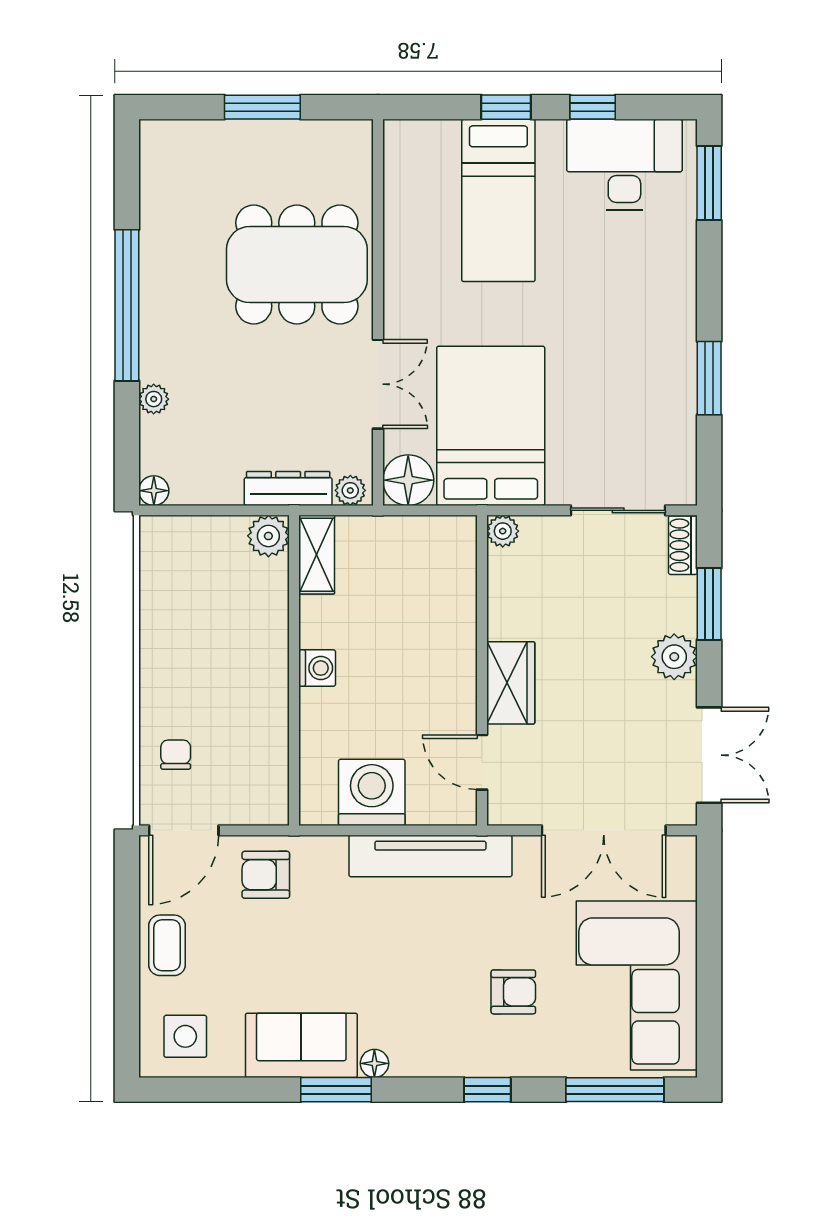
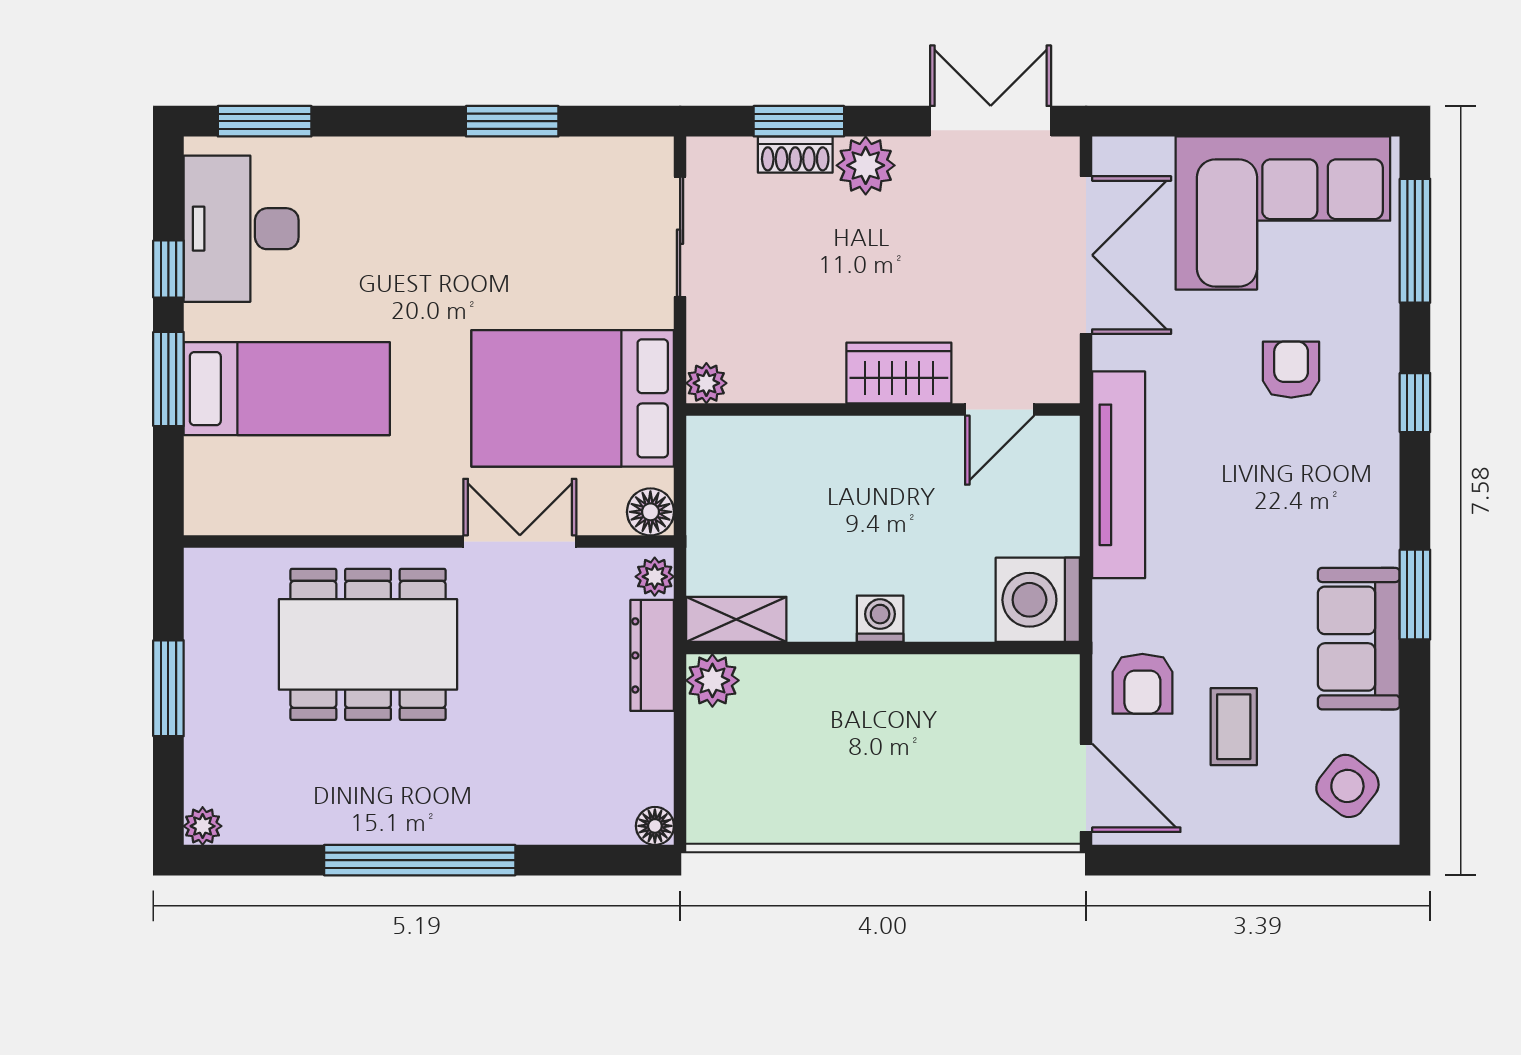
window: (506, 107) -> (168, 379), width x1.50
dining table: (297, 265) -> (368, 644), turned 90
plant: (154, 399) -> (203, 826), moved
floor lamp: (408, 480) -> (650, 512), width x0.73, depth x0.73
shoe rack: (683, 545) -> (795, 155), moved
chair: (176, 755) -> (990, 798), removed
washing machine: (372, 792) -> (1038, 600), moved
coffee table: (167, 945) -> (1234, 727), moved, turned 90
side table: (185, 1036) -> (1347, 786), turned 38
floor lamp: (374, 1063) -> (1382, 546), removed

